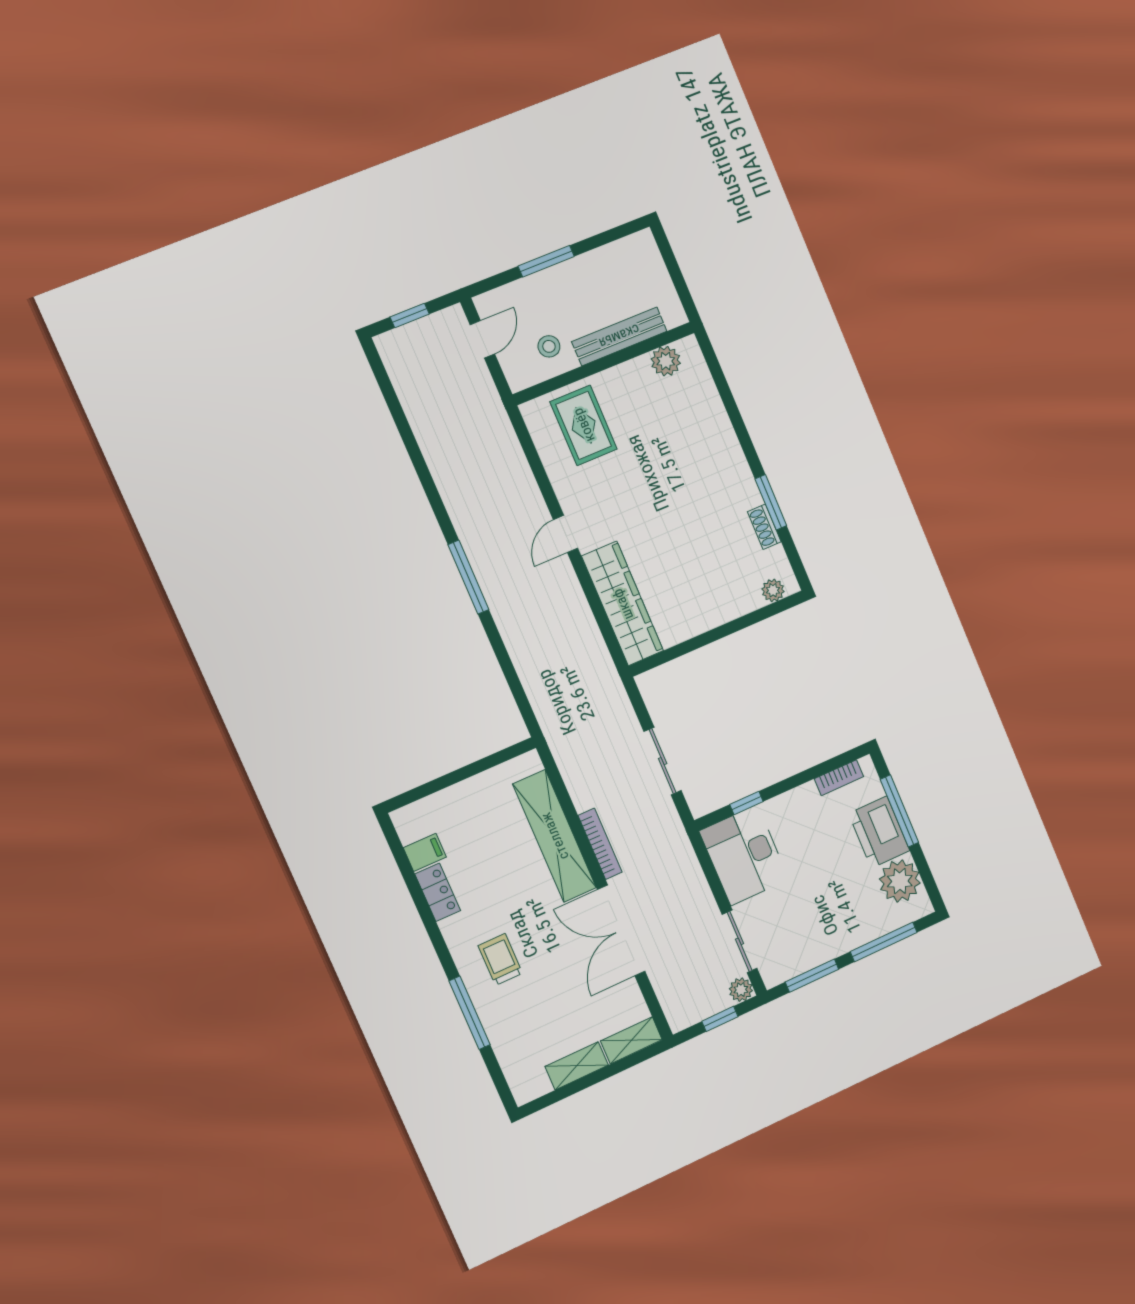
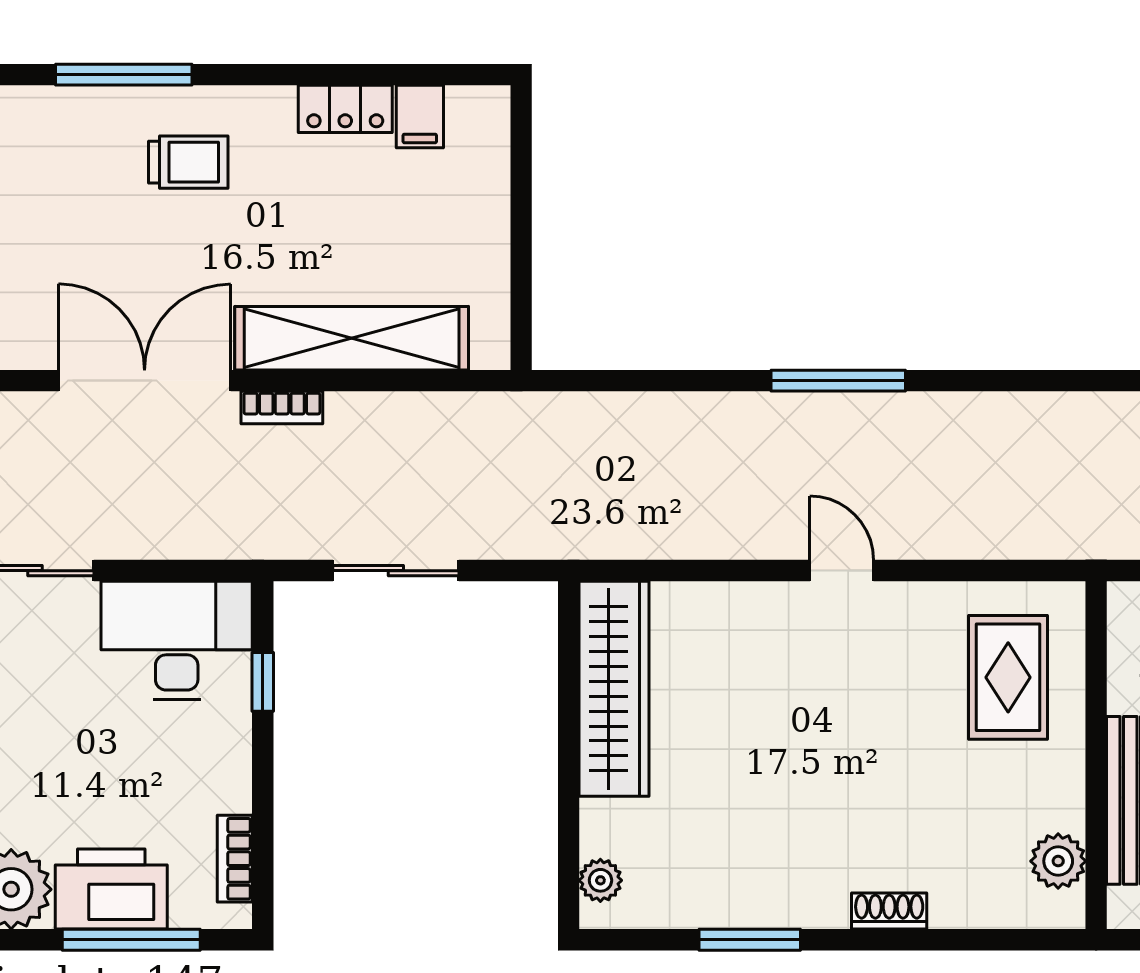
rug: (584, 425) -> (1008, 677), turned 90
shoe rack: (764, 527) -> (889, 911), moved
wardrobe: (623, 604) -> (614, 689), moved, turned -90
bookcase: (600, 844) -> (282, 407), width x0.64

